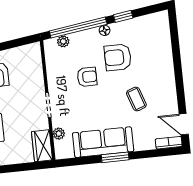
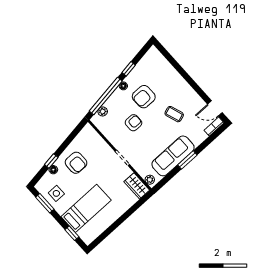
plant: (59, 134) -> (150, 180), moved

